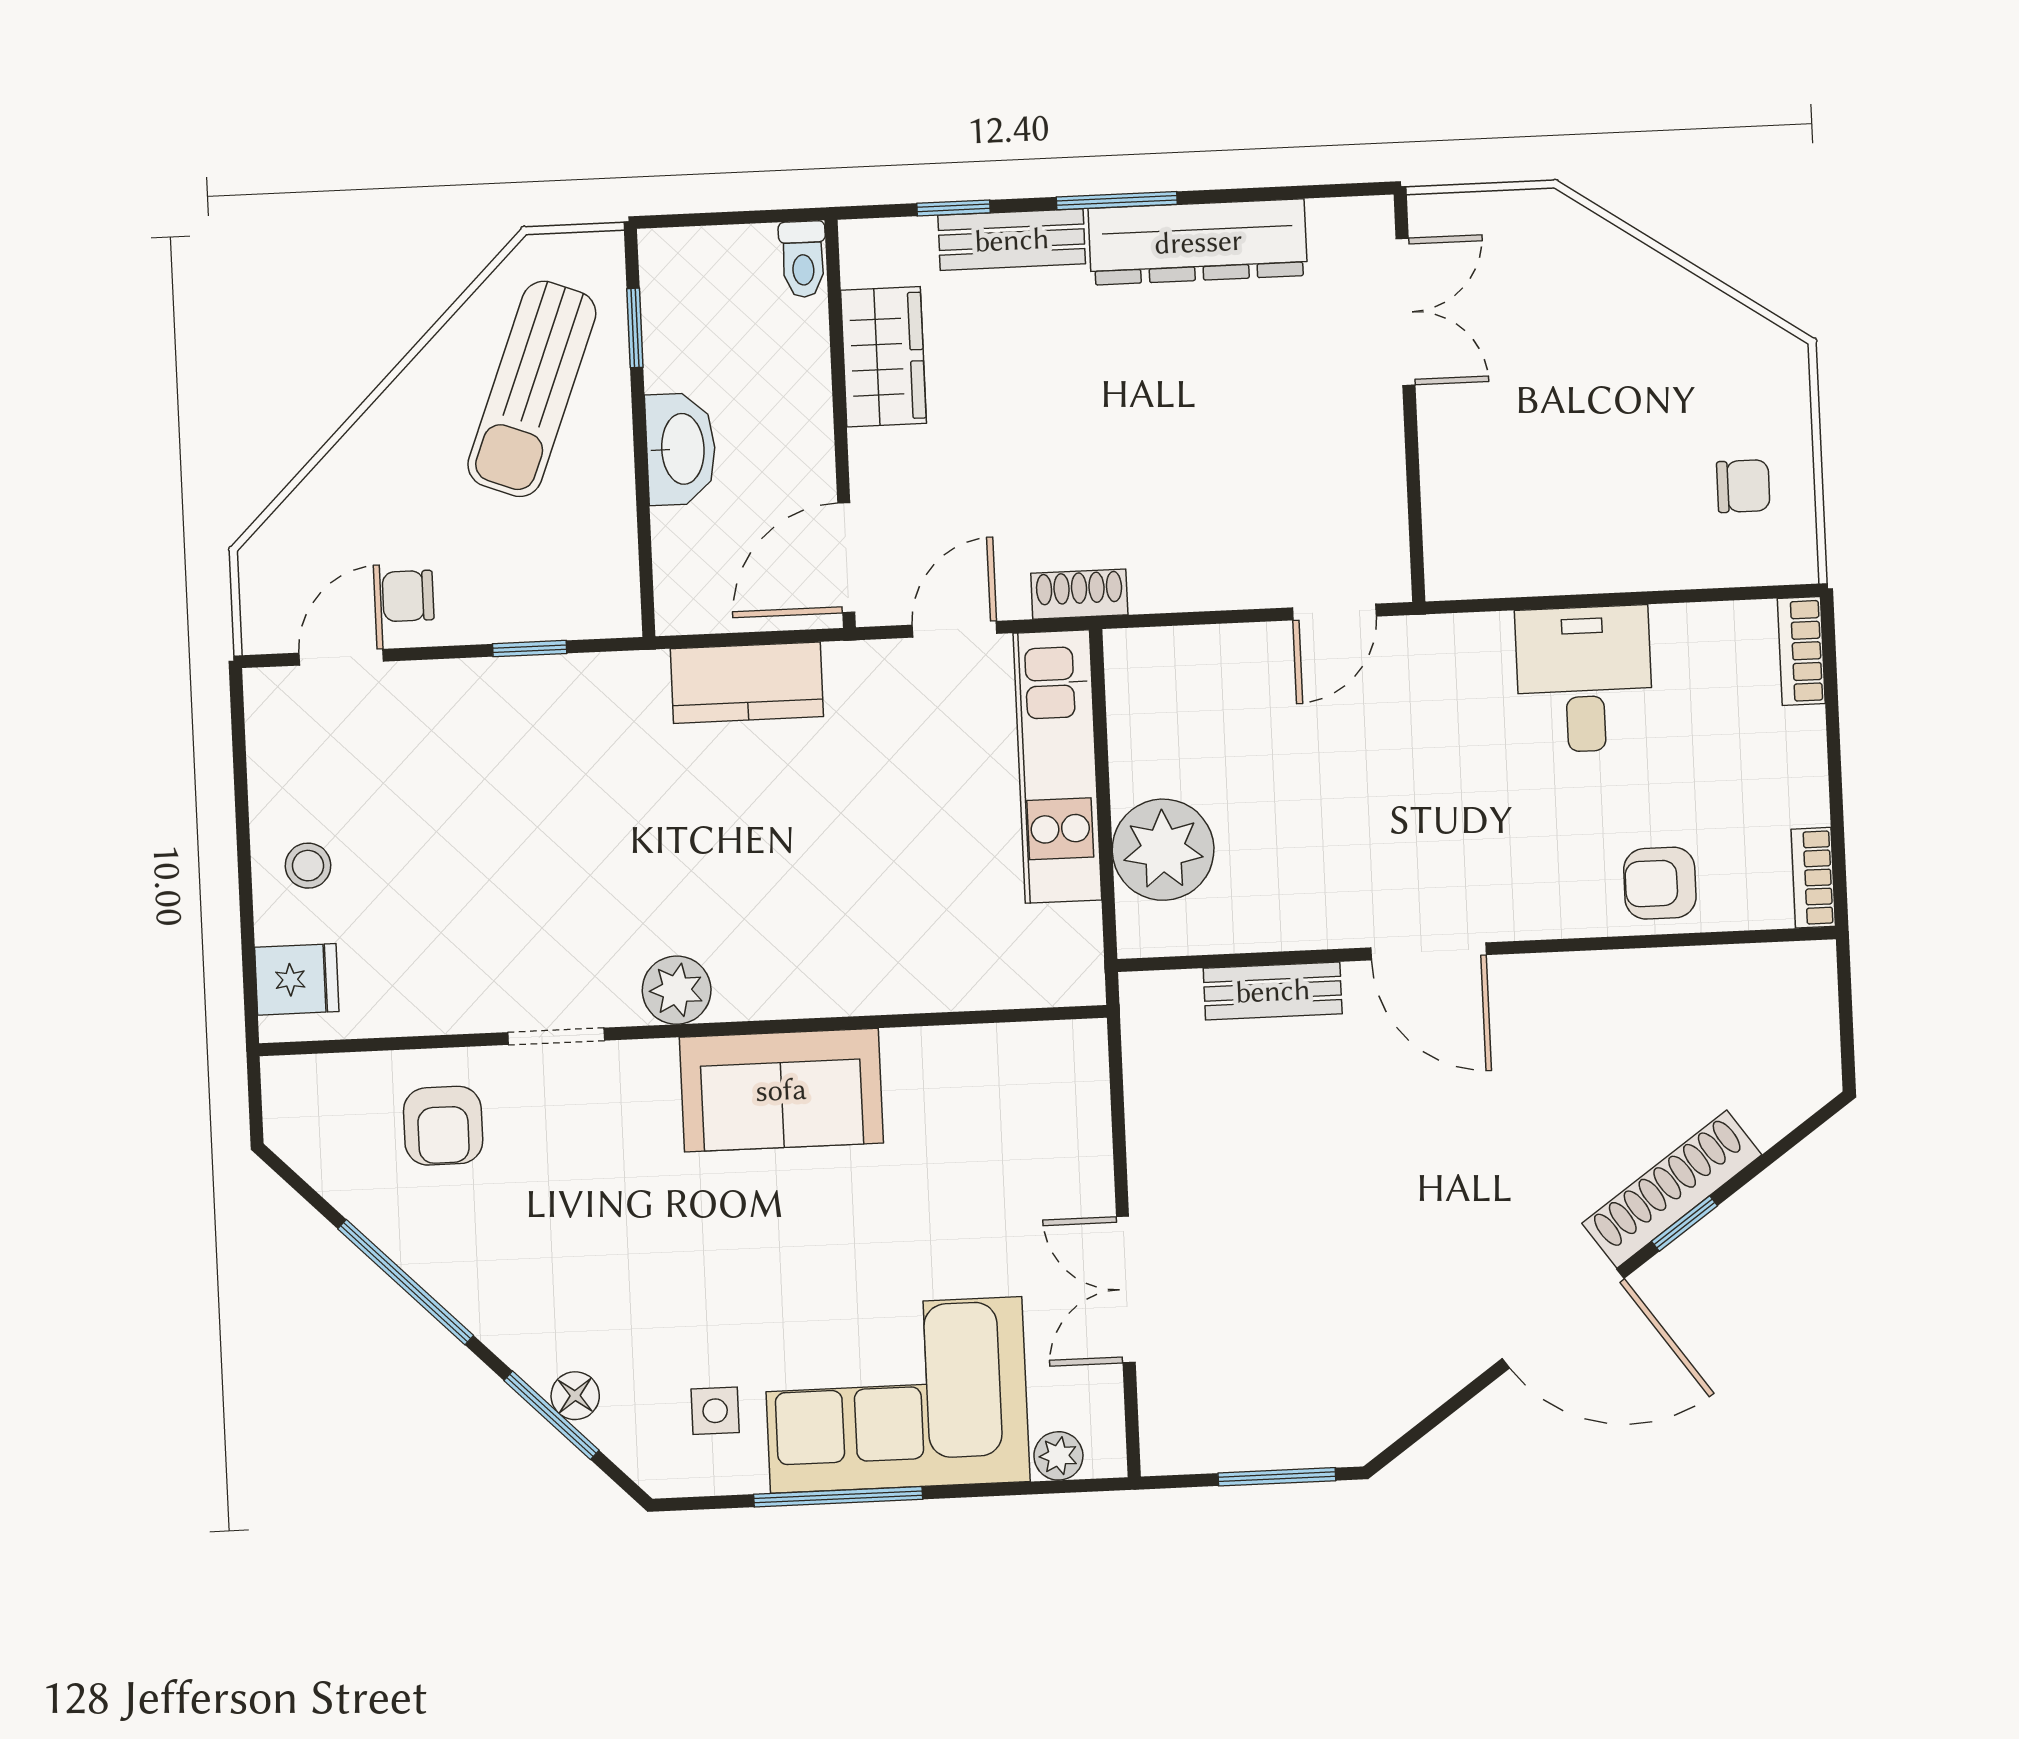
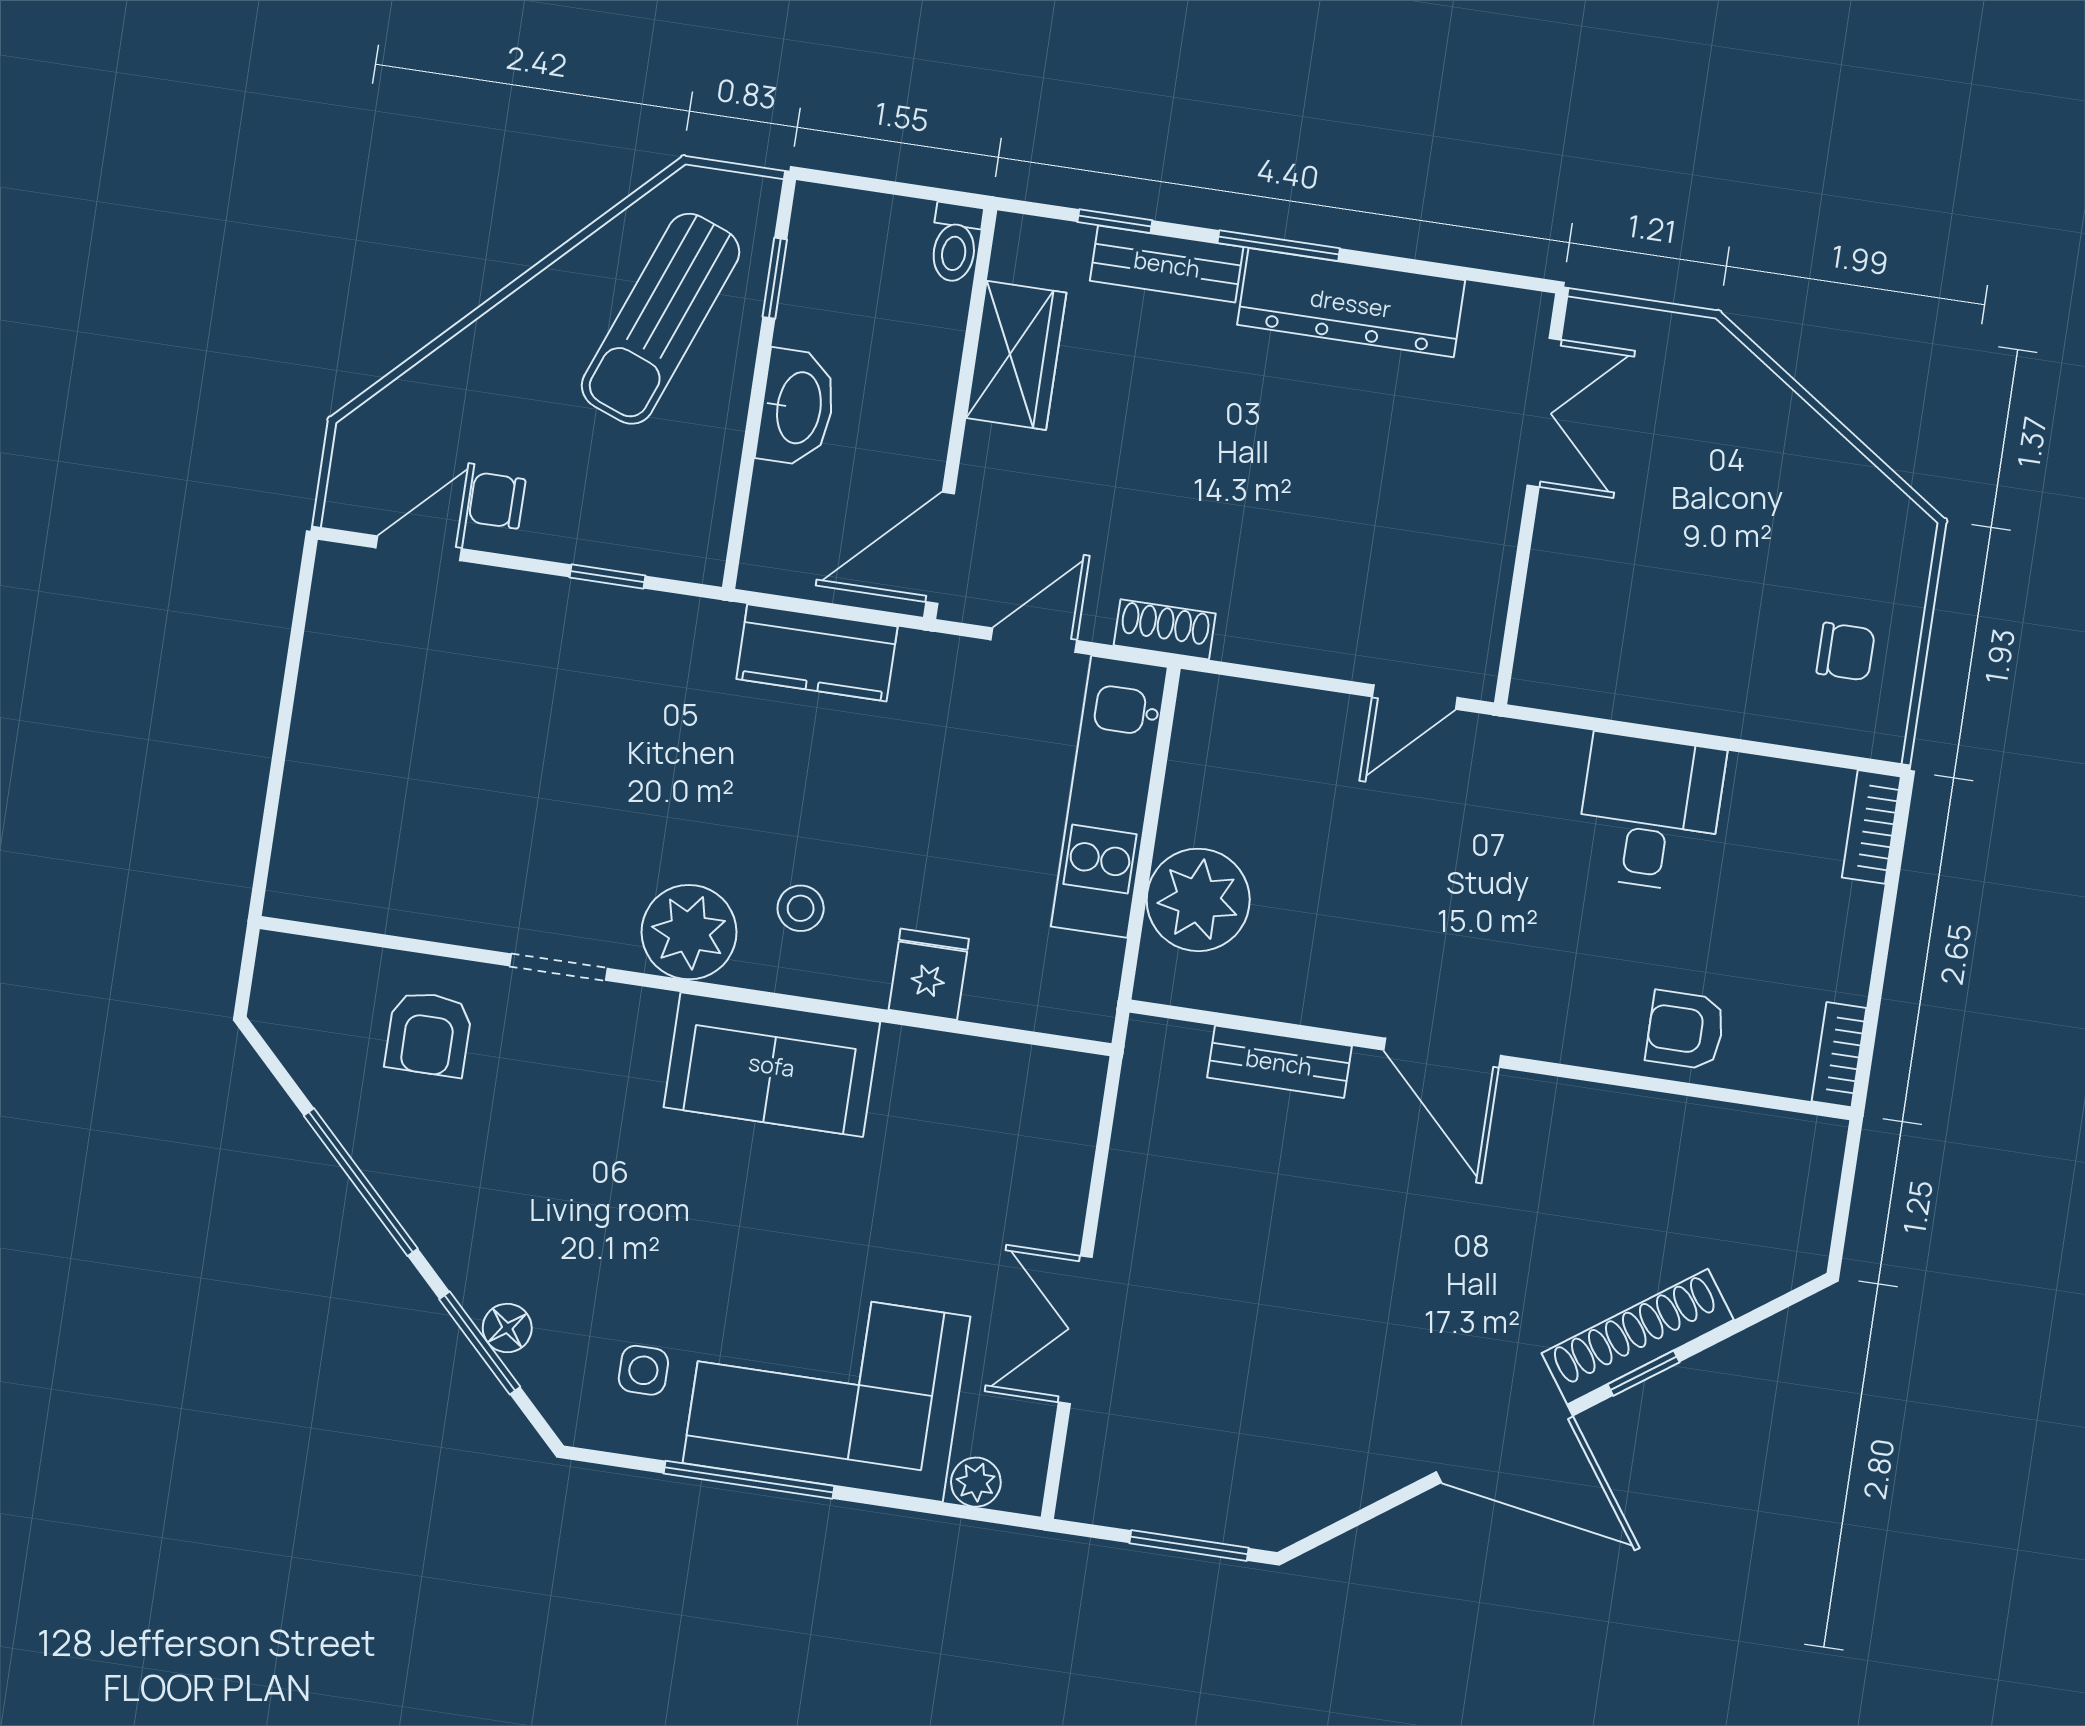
stool: (308, 866) -> (801, 908), moved
fridge: (297, 979) -> (929, 974), moved, turned -90
plant: (677, 990) -> (689, 932), width x1.36, depth x1.36

